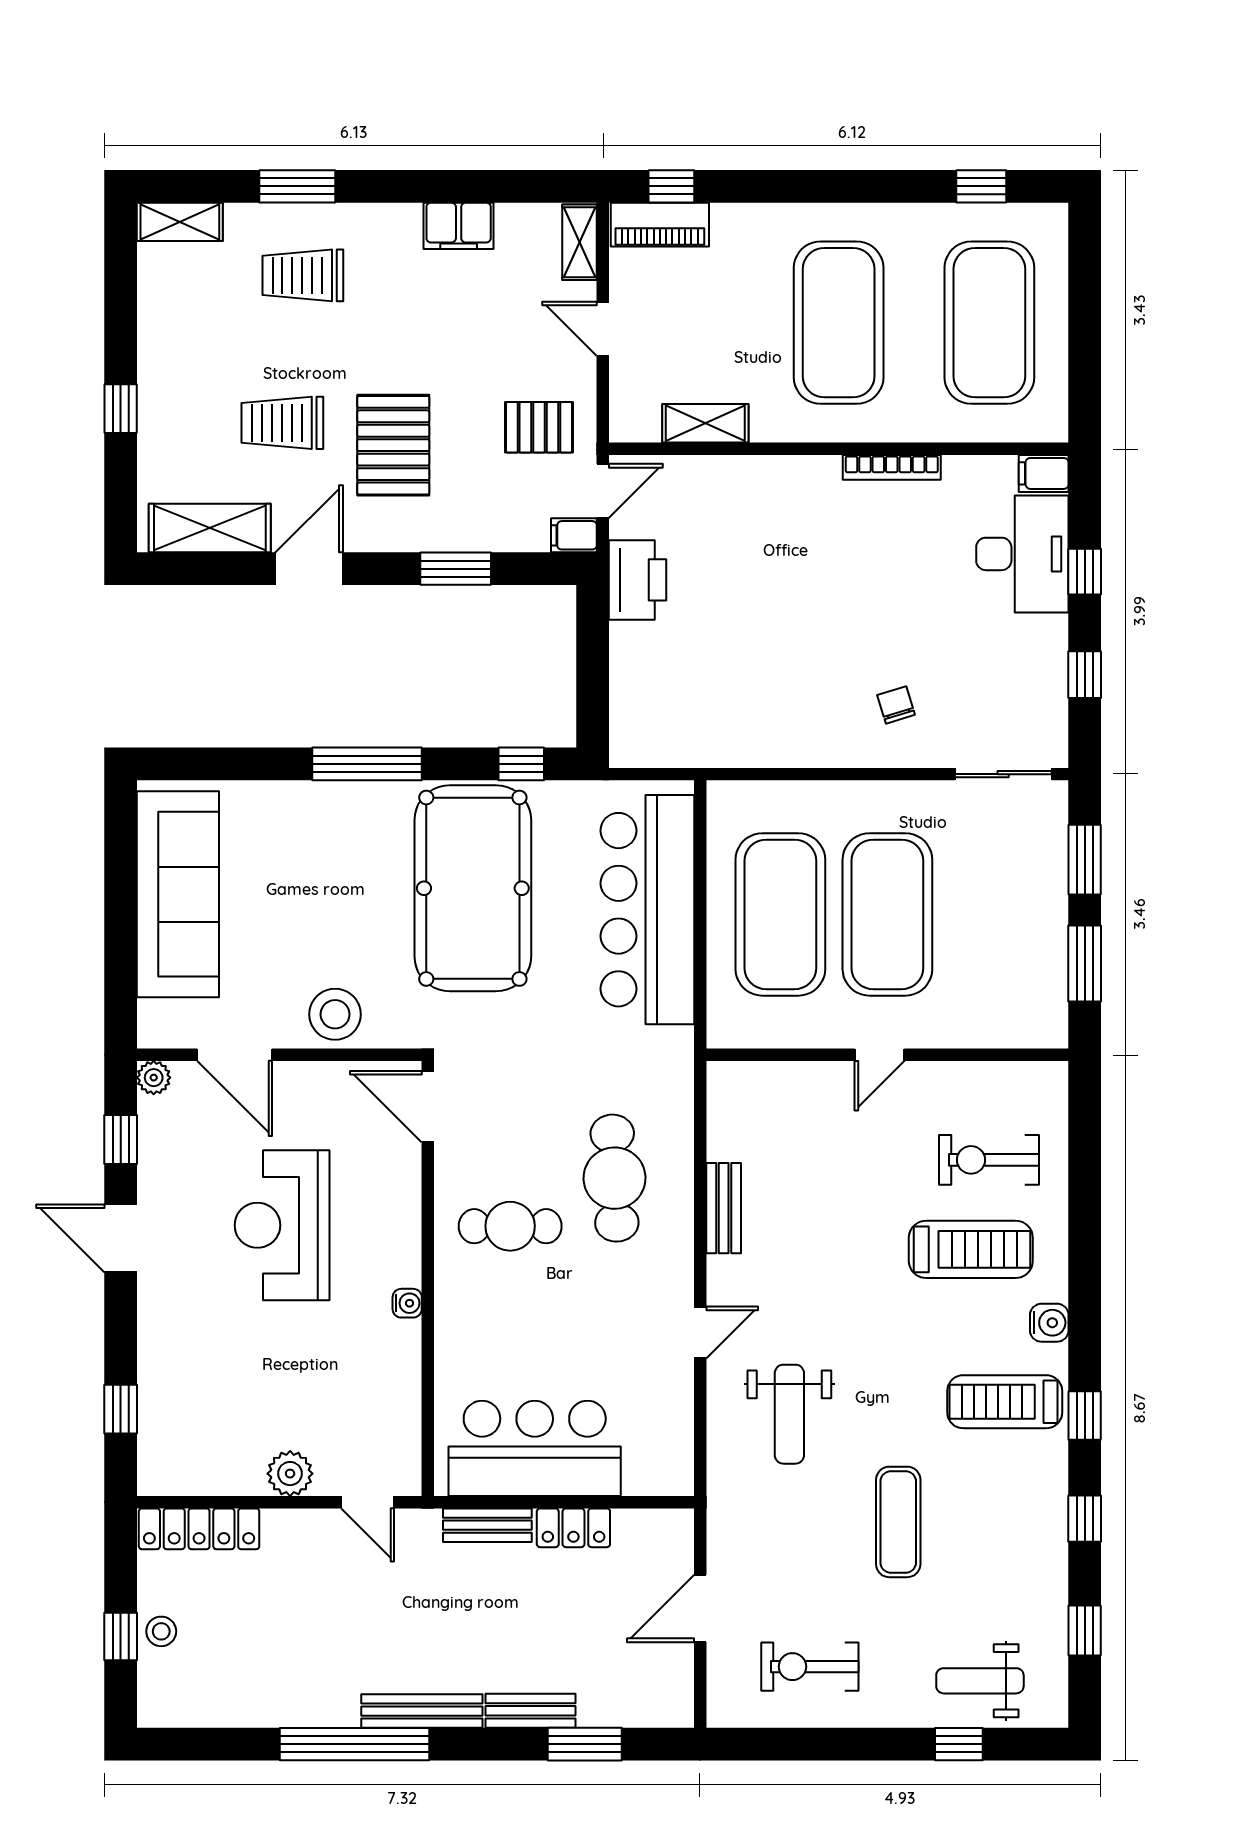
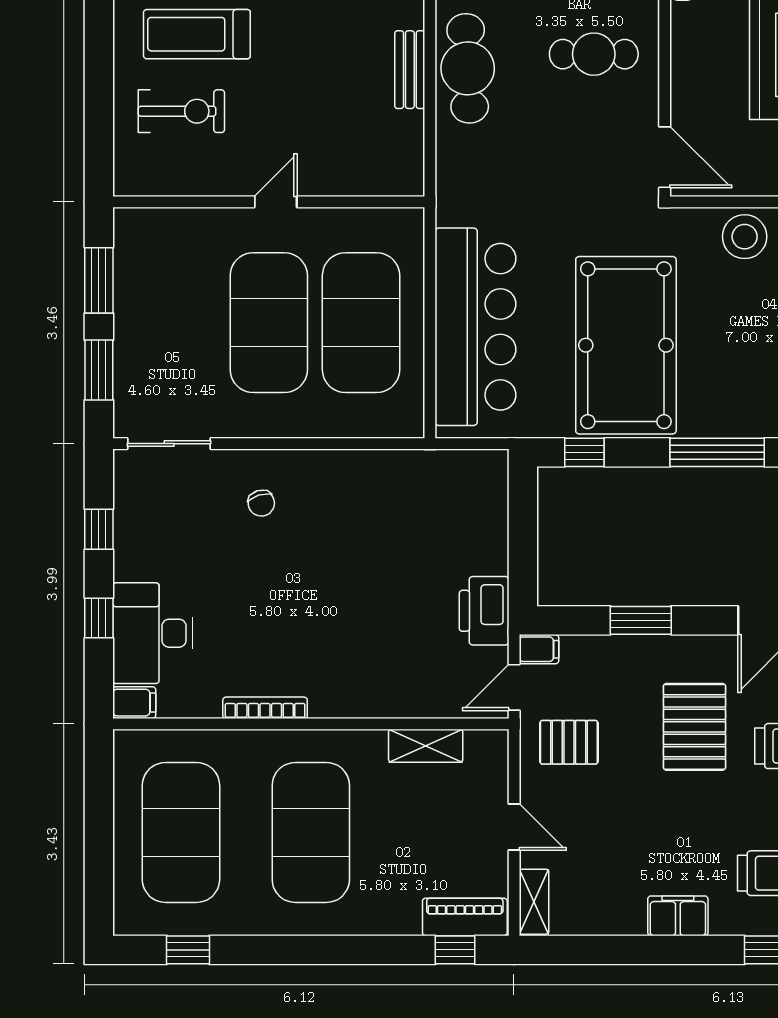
filing cabinet: (459, 226) -> (678, 916), moved
cafe table: (615, 1178) -> (468, 68), moved

